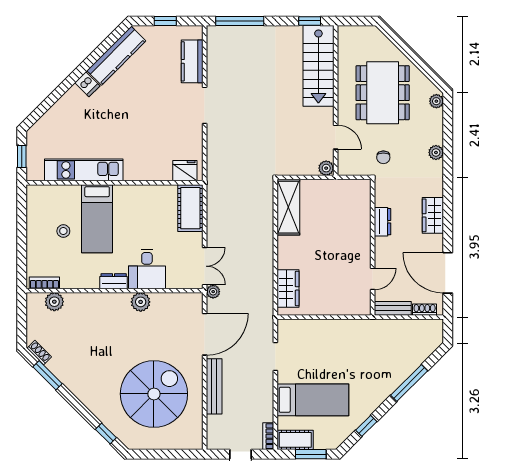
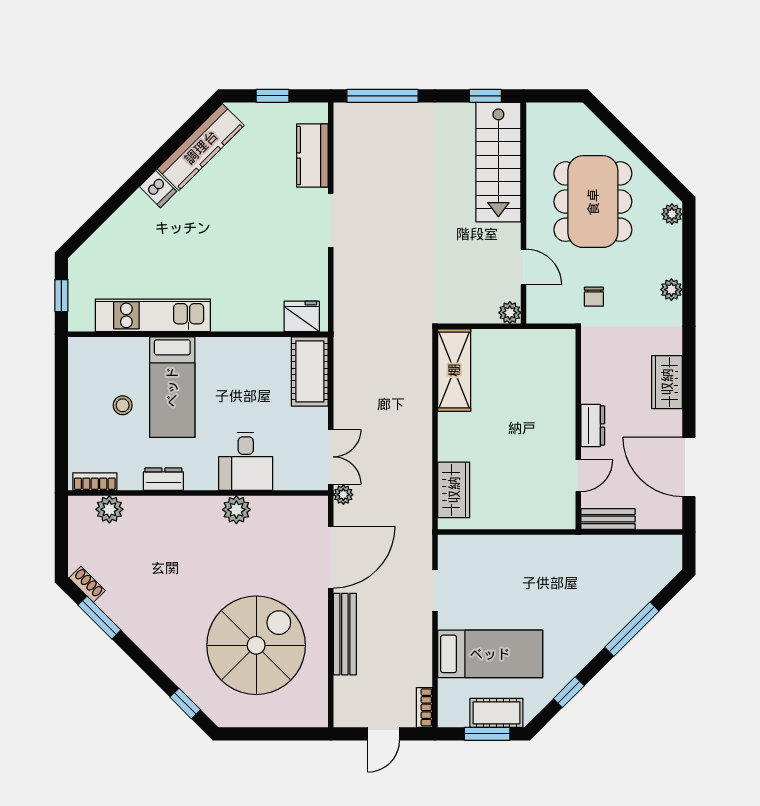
dresser: (383, 222) -> (593, 426), moved
dresser: (114, 281) -> (163, 479), moved
shoe rack: (425, 310) -> (655, 521), removed
cot: (295, 440) -> (496, 713), moved

